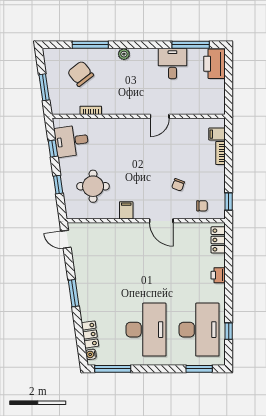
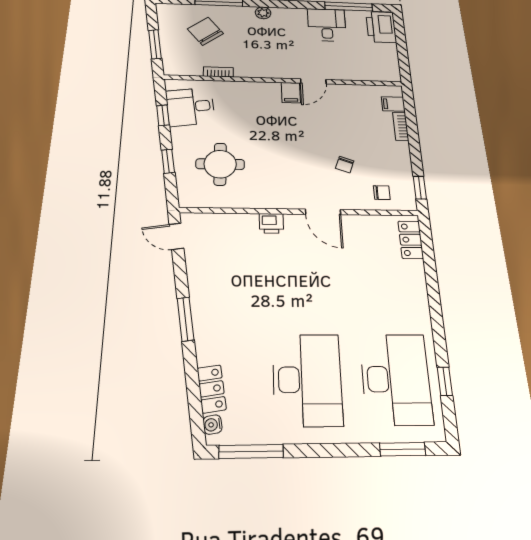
filing cabinet: (126, 210) -> (291, 93), moved, turned 180
printer: (218, 275) -> (271, 223), moved, turned -90

